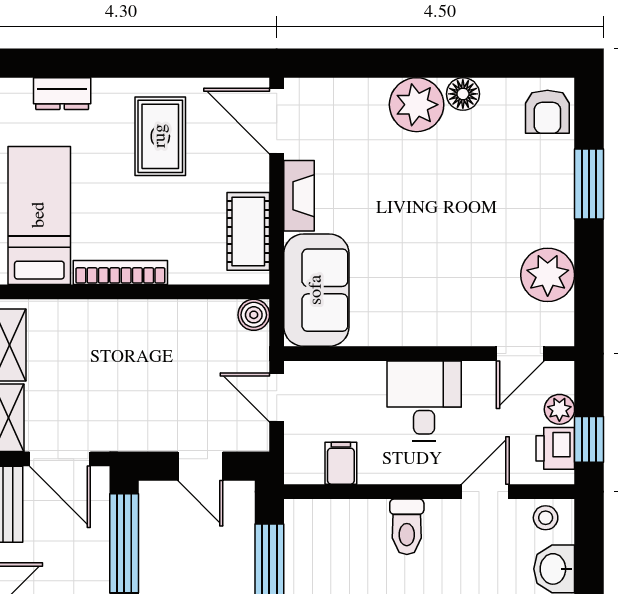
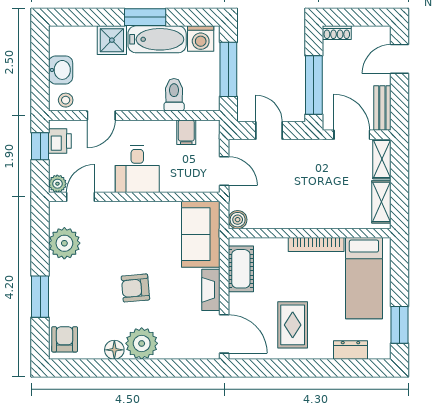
armchair: (427, 199) -> (135, 288), added
plant: (559, 409) -> (57, 184), moved
toilet: (407, 527) -> (174, 95), moved

